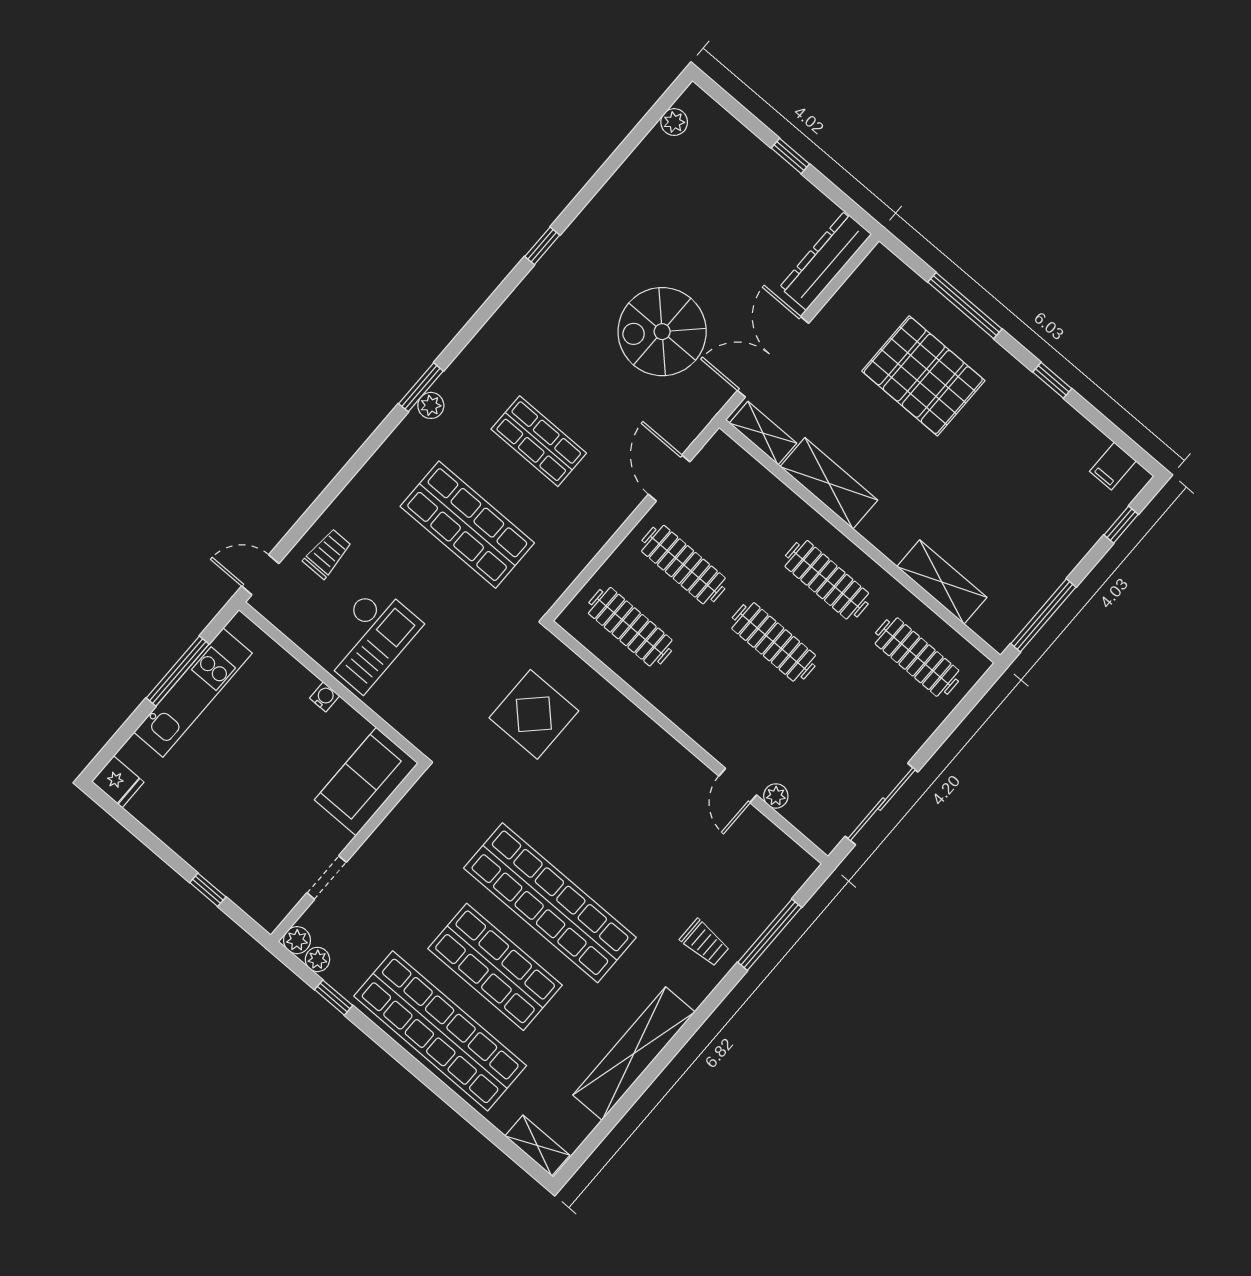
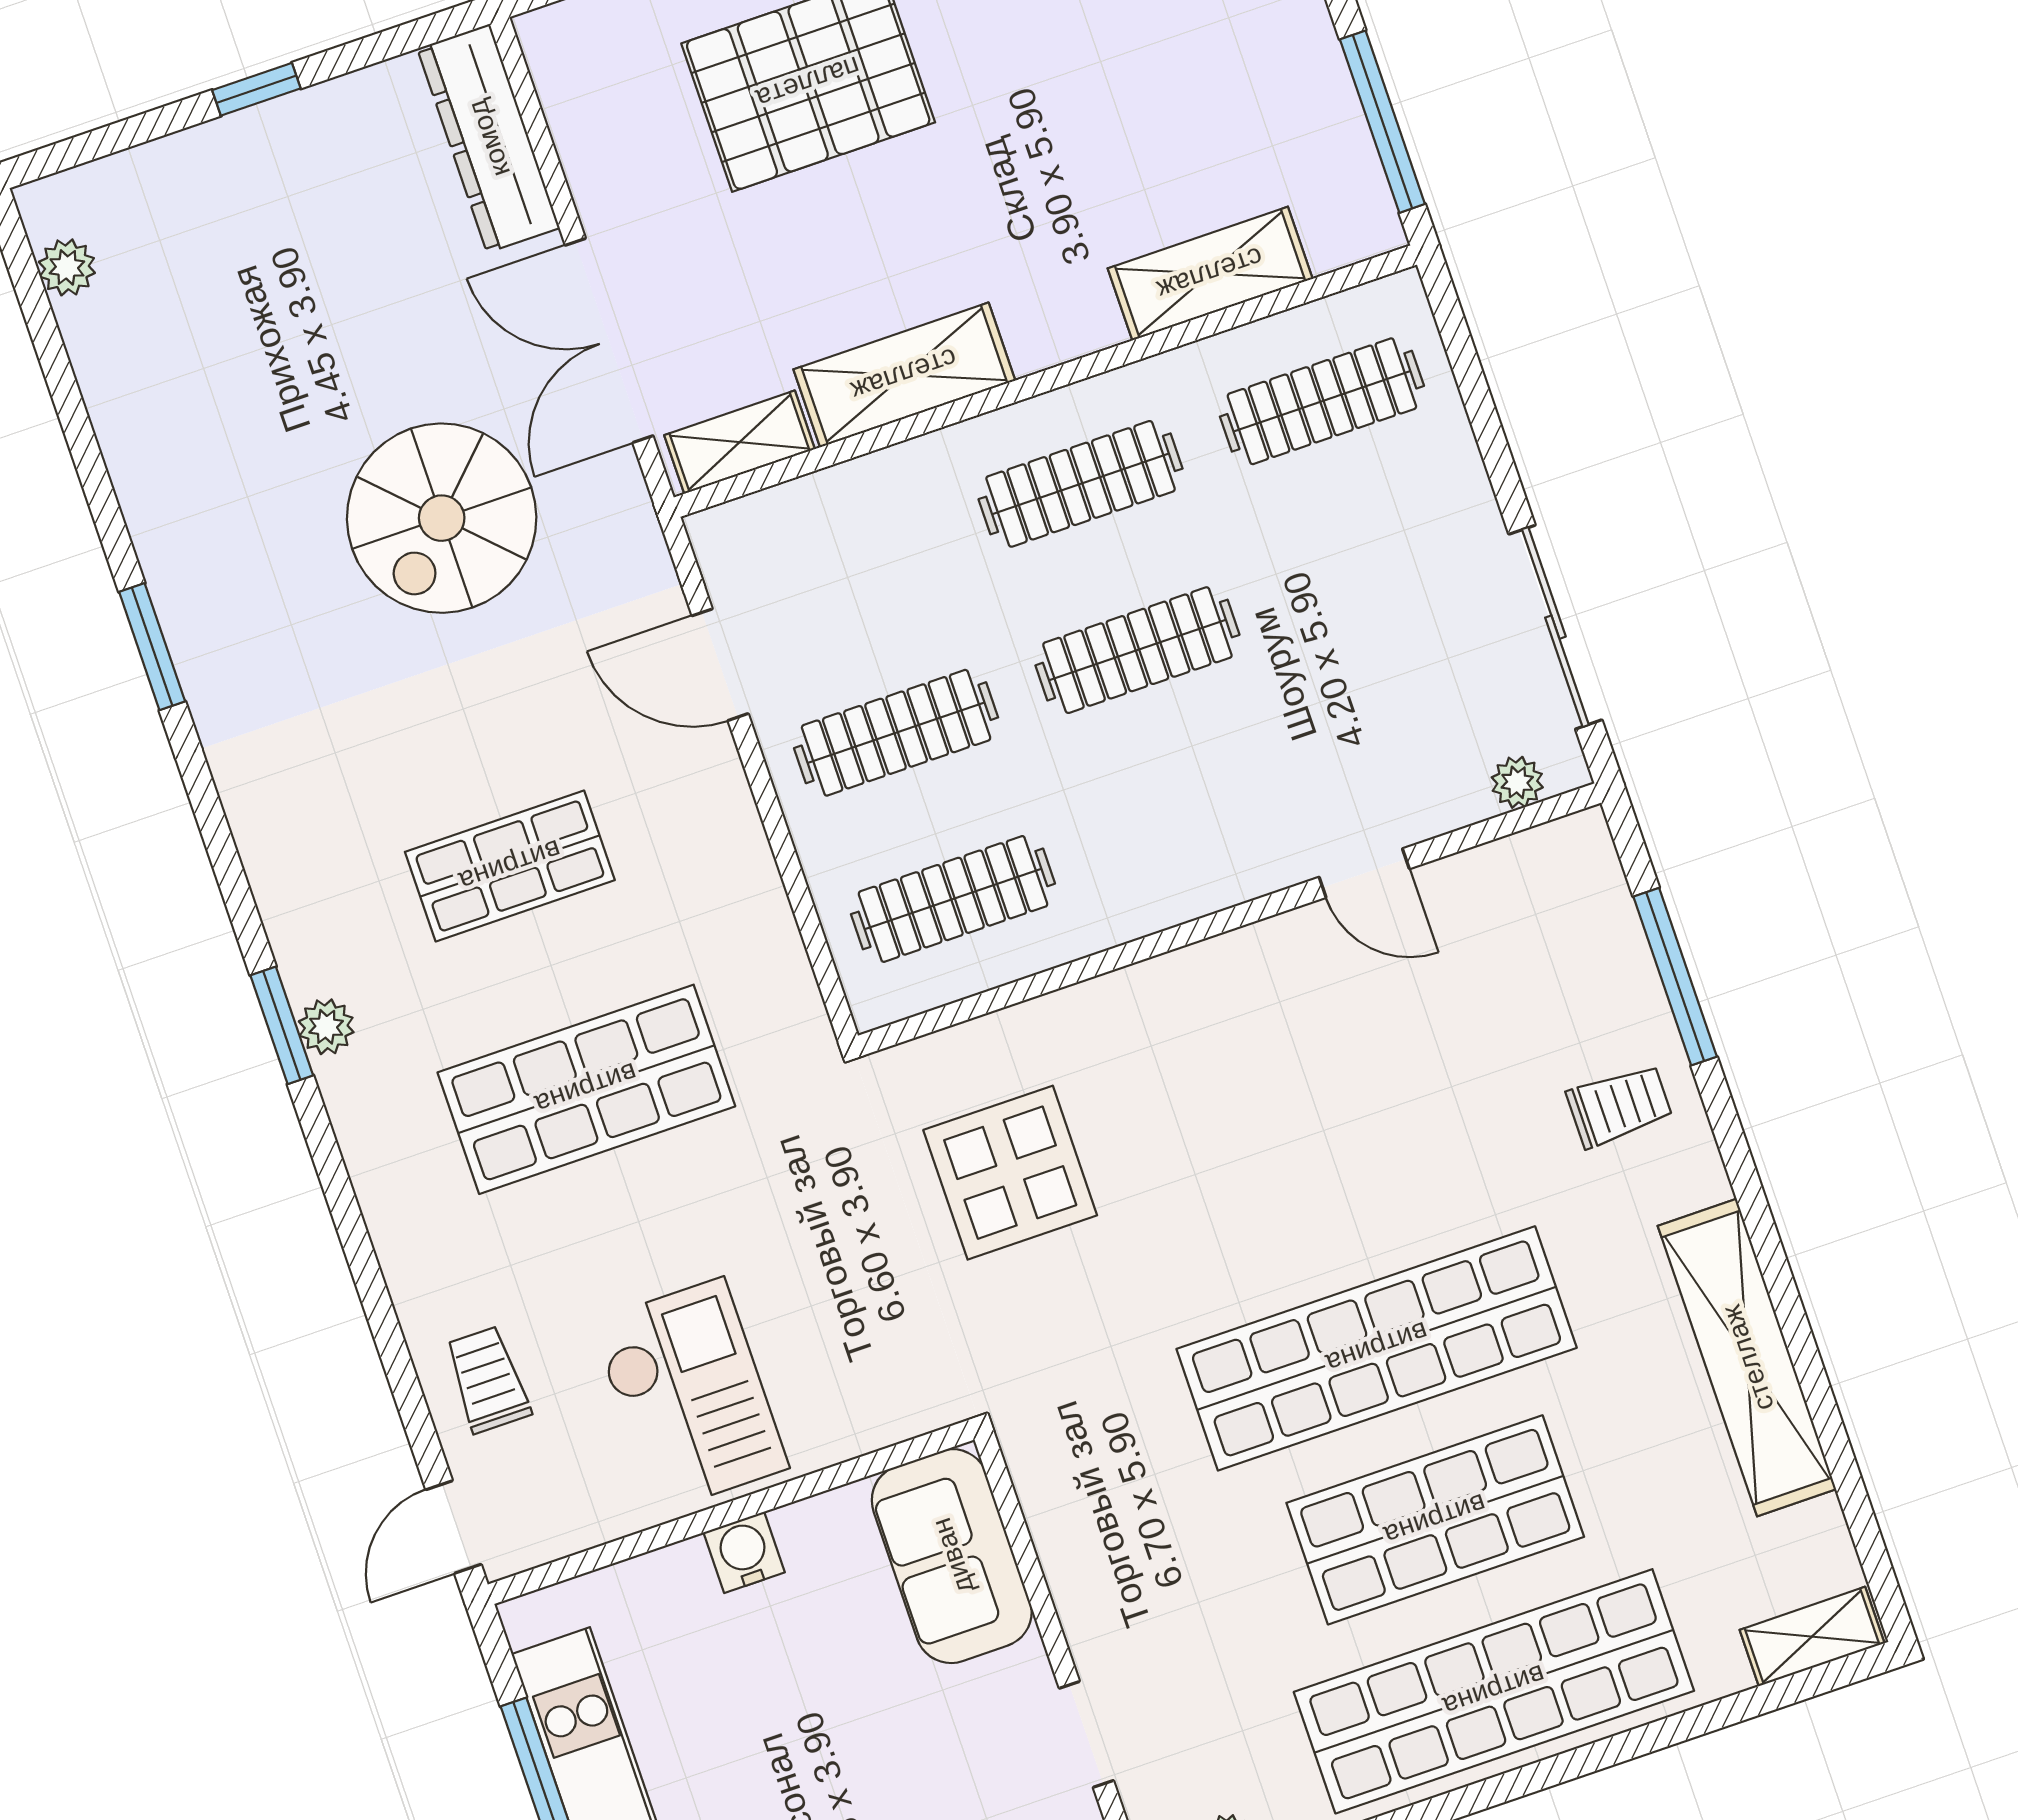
window: (542, 246) -> (152, 647), width x1.50
water cooler: (325, 697) -> (744, 1552), width x1.38, depth x1.38
plant: (776, 796) -> (1517, 782), moved

